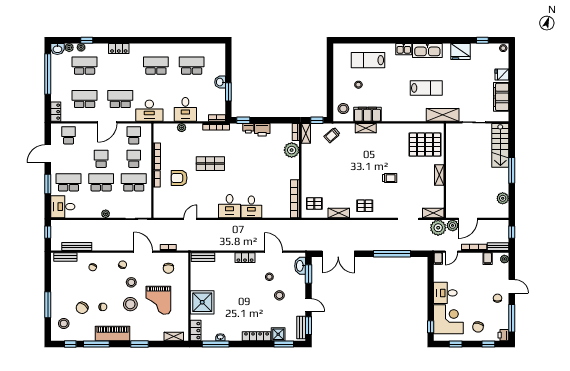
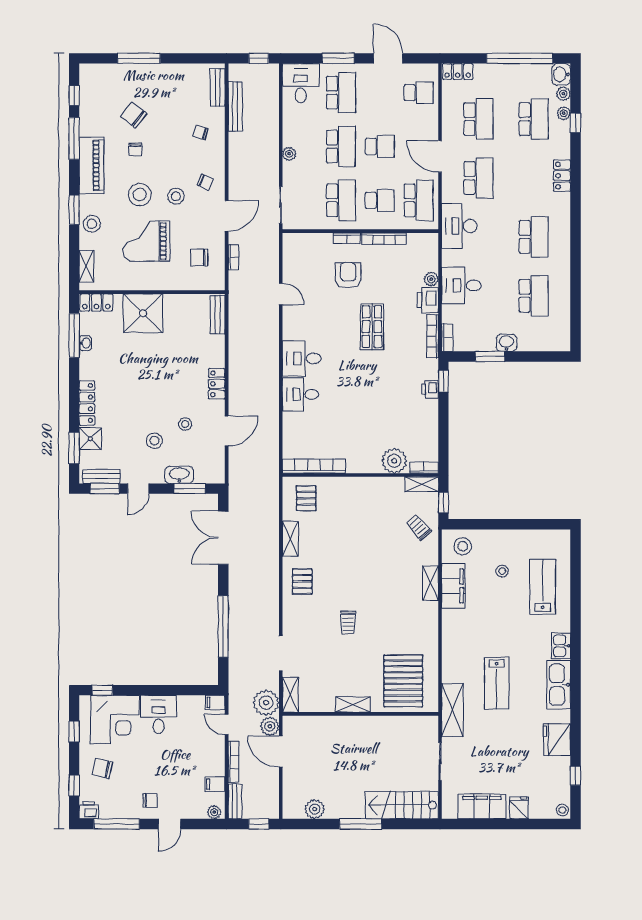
printer: (262, 130) -> (428, 300), moved
school desk: (134, 135) -> (419, 200), width x1.85
washbasin: (300, 266) -> (179, 475), moved
stool: (64, 323) -> (92, 224), moved

